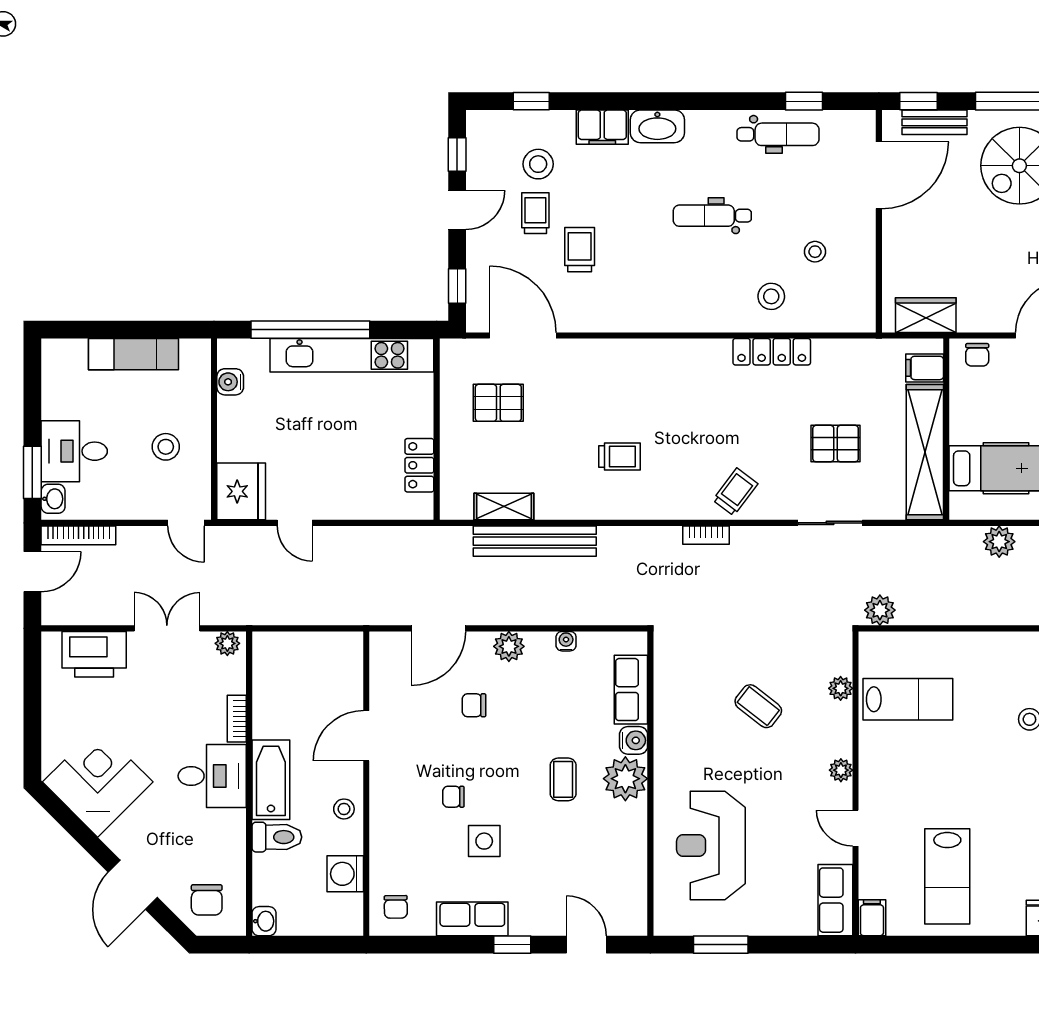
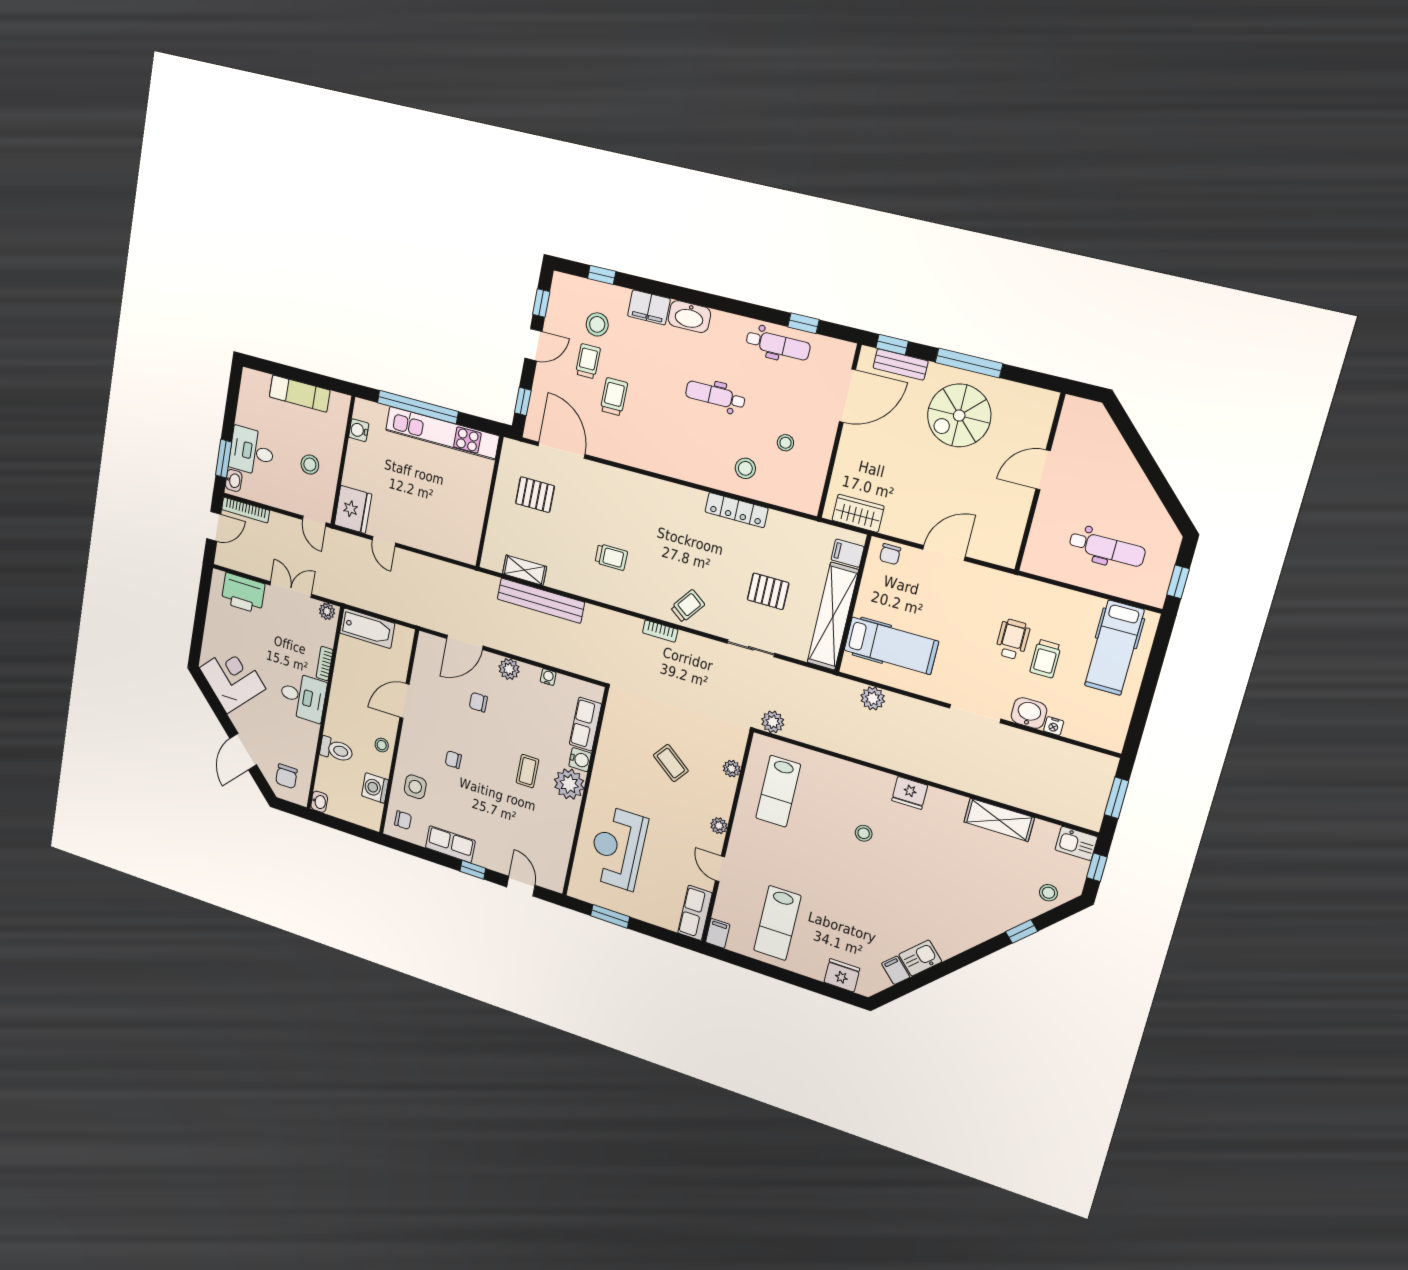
locker: (419, 465) -> (473, 524), removed
lab bench: (908, 699) -> (778, 791), turned 90
bathtub: (271, 780) -> (367, 628), moved, turned 90
side table: (484, 841) -> (415, 787), moved
chair: (396, 907) -> (403, 820), turned -89

